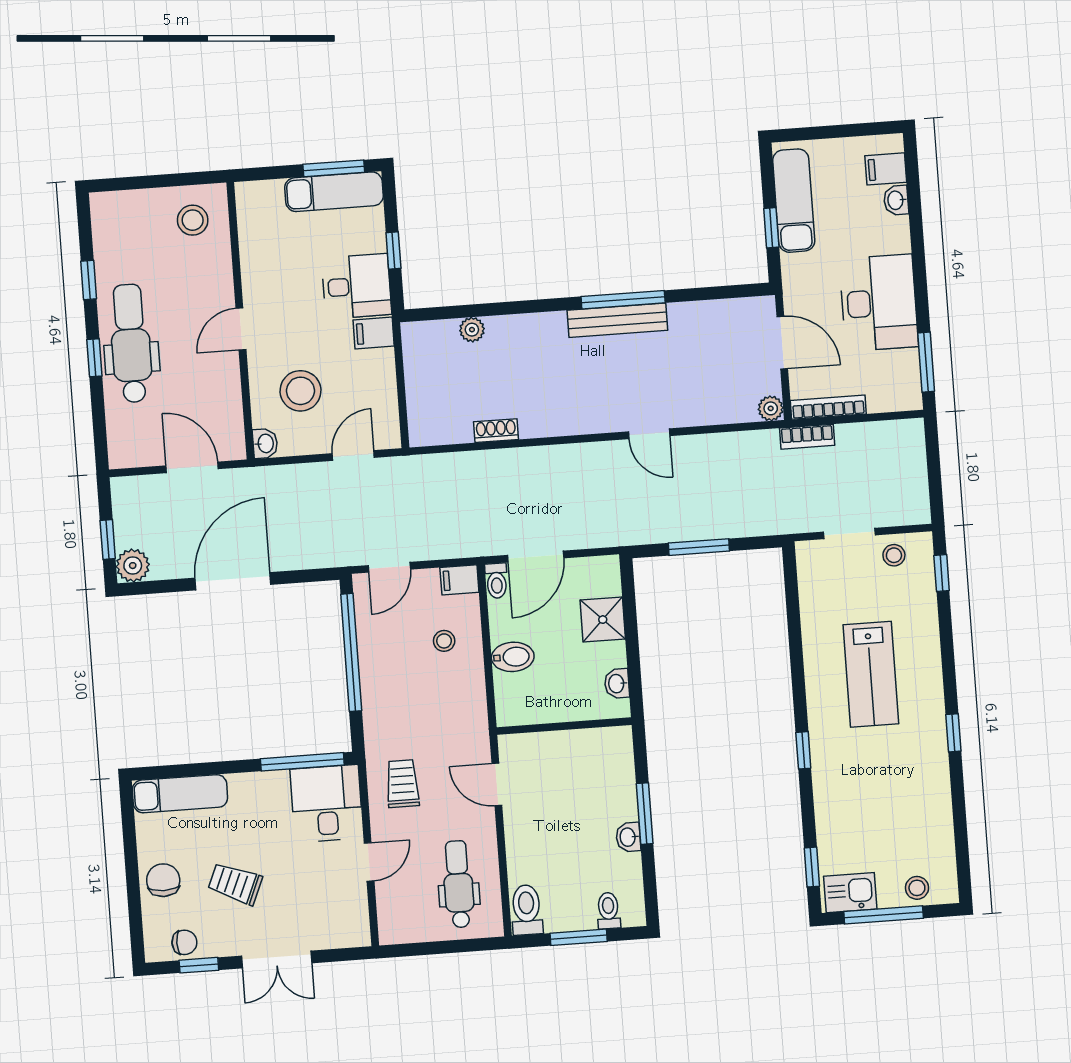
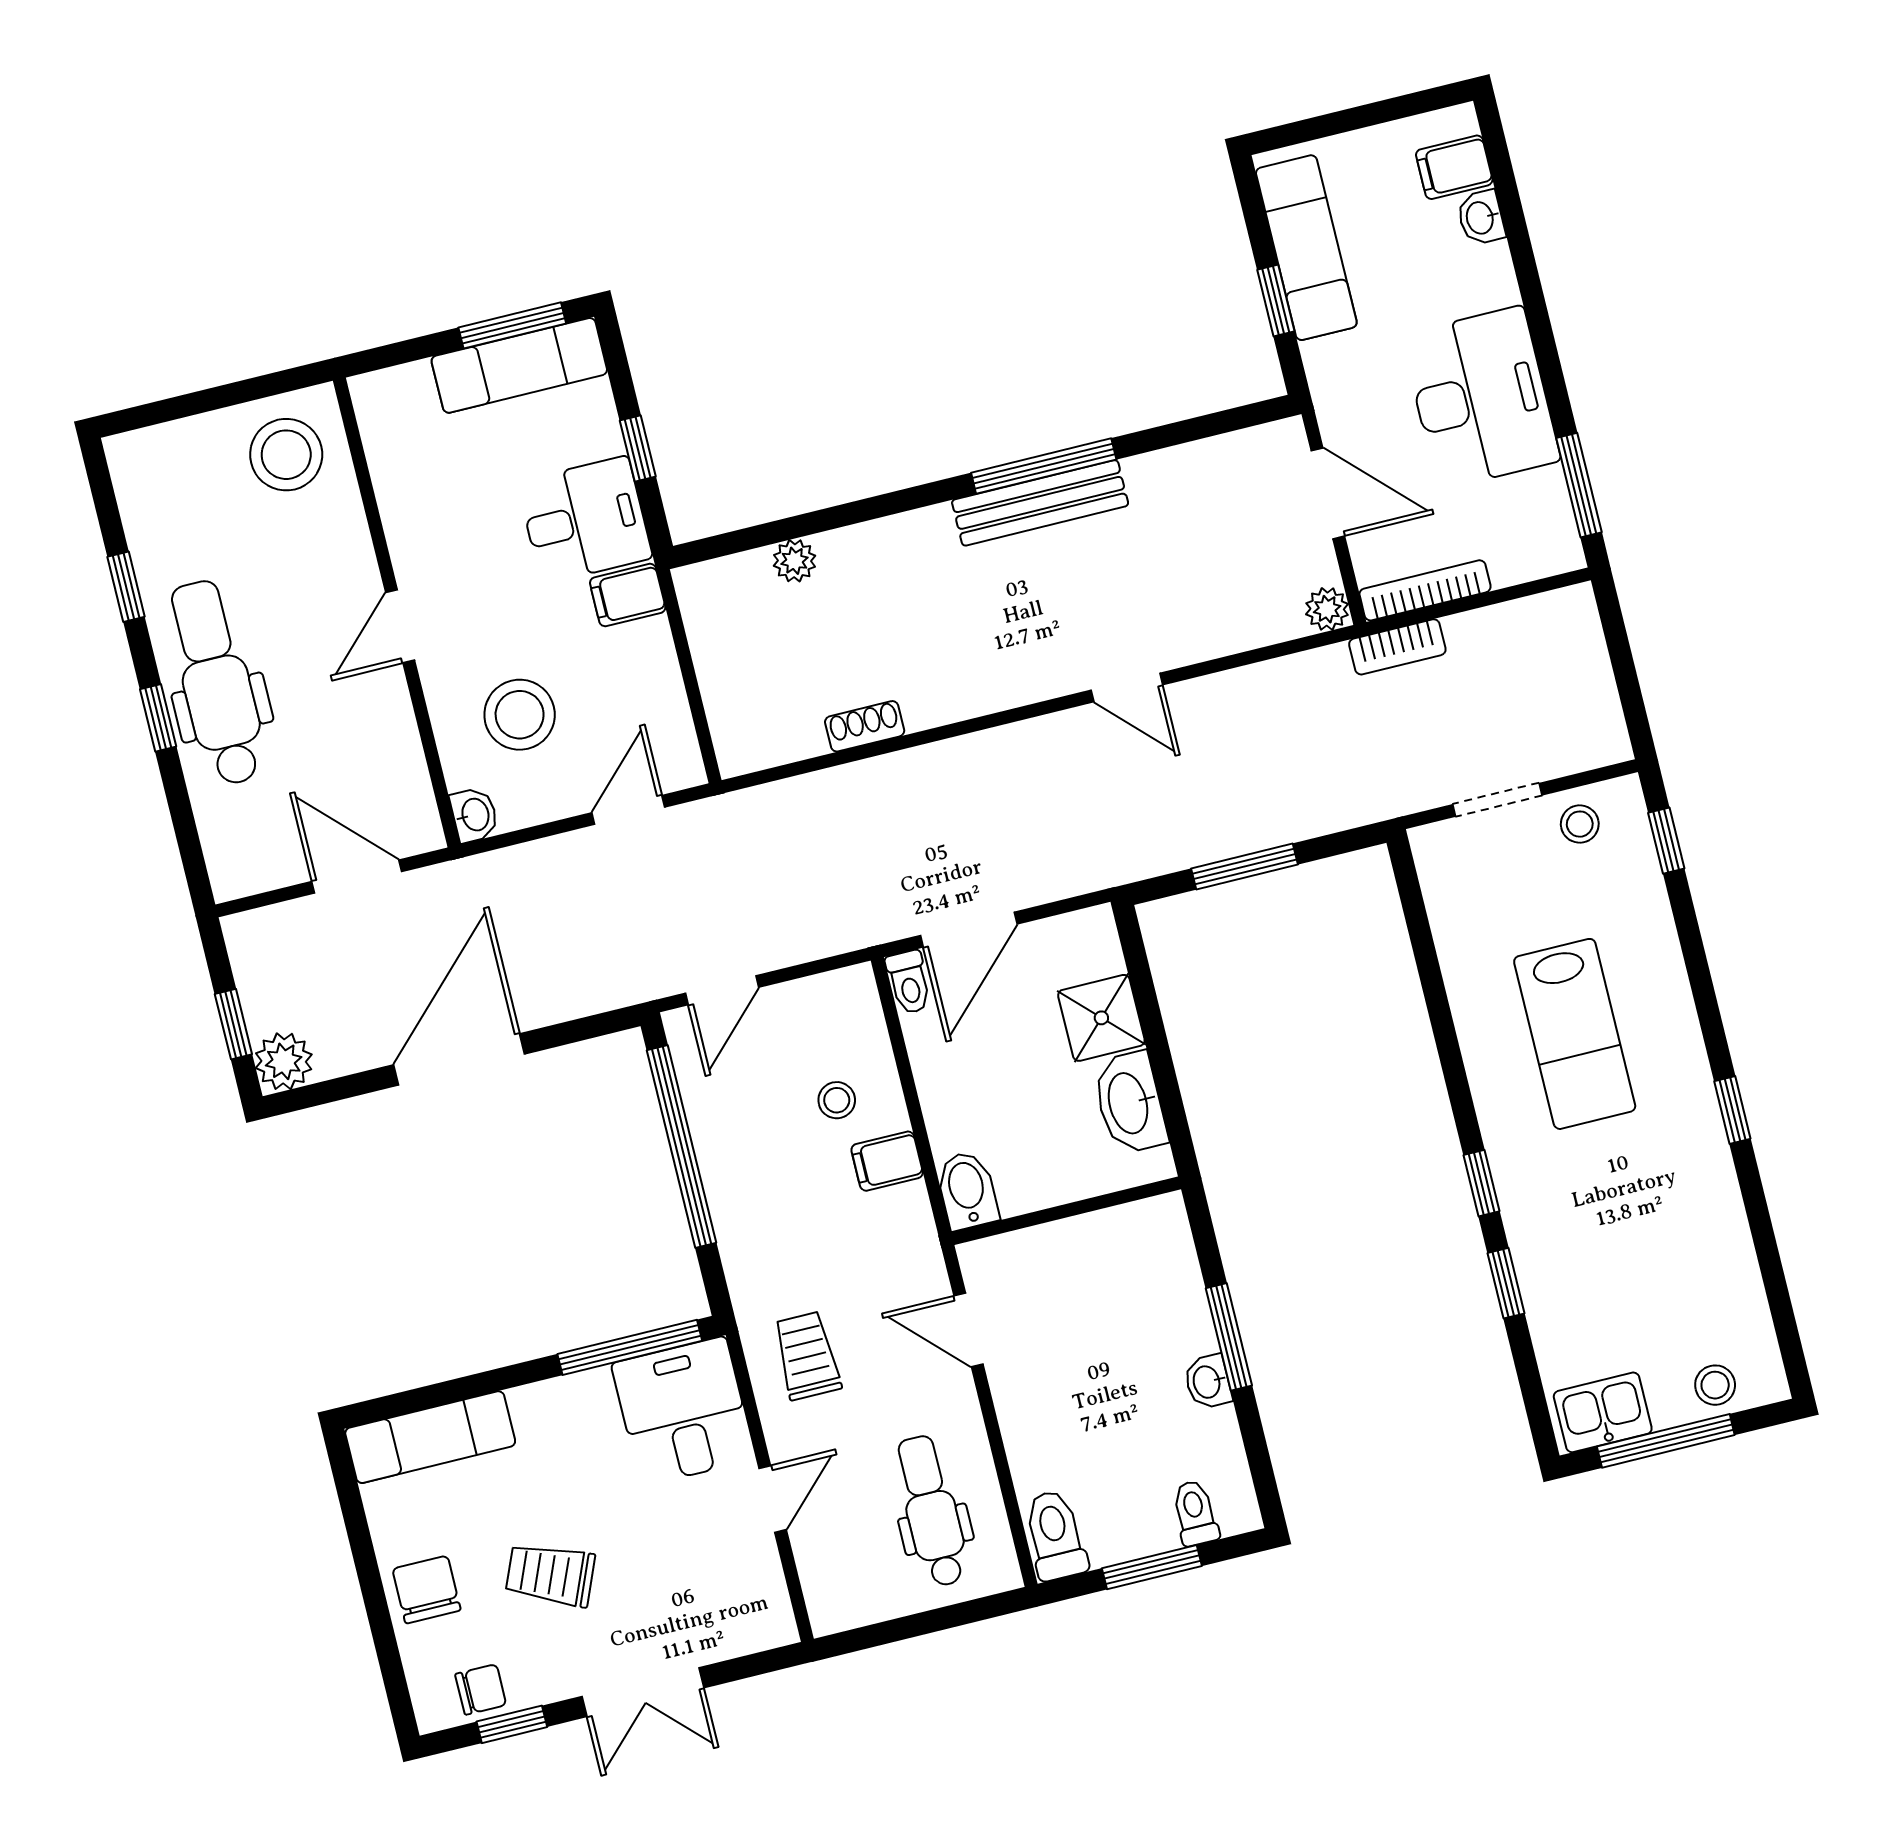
stool: (193, 220) -> (286, 455), width x1.38, depth x1.38
filing cabinet: (459, 580) -> (887, 1161), moved
bidet: (513, 657) -> (967, 1190), moved, turned -90
washbasin: (617, 684) -> (1130, 1103), width x1.91, depth x1.45
window: (812, 867) -> (1506, 1283), moved

